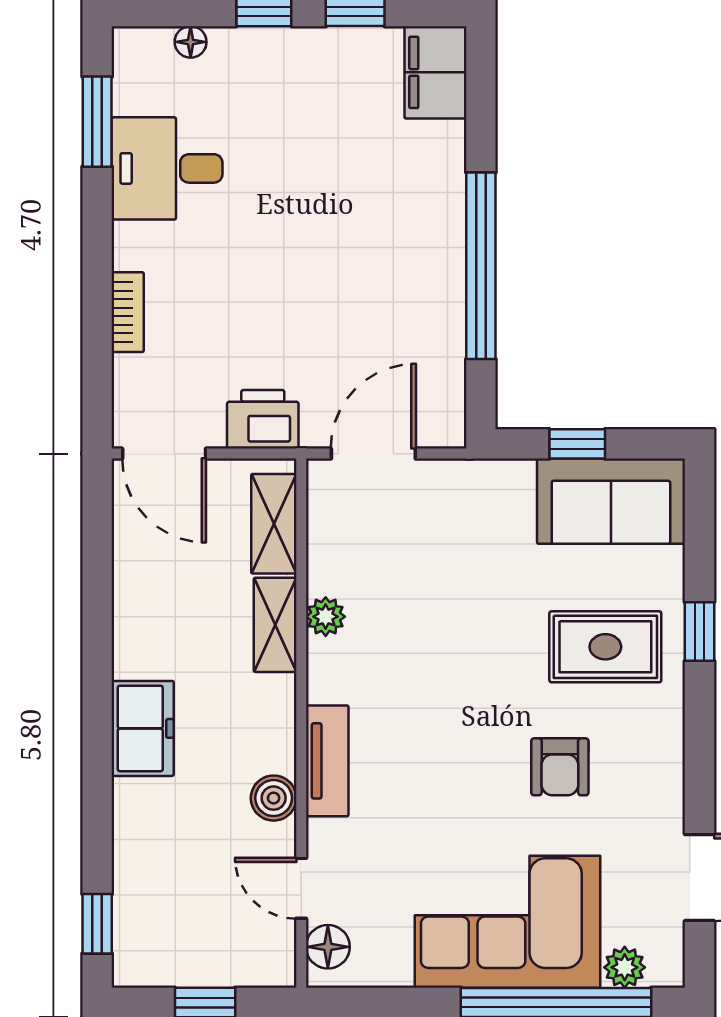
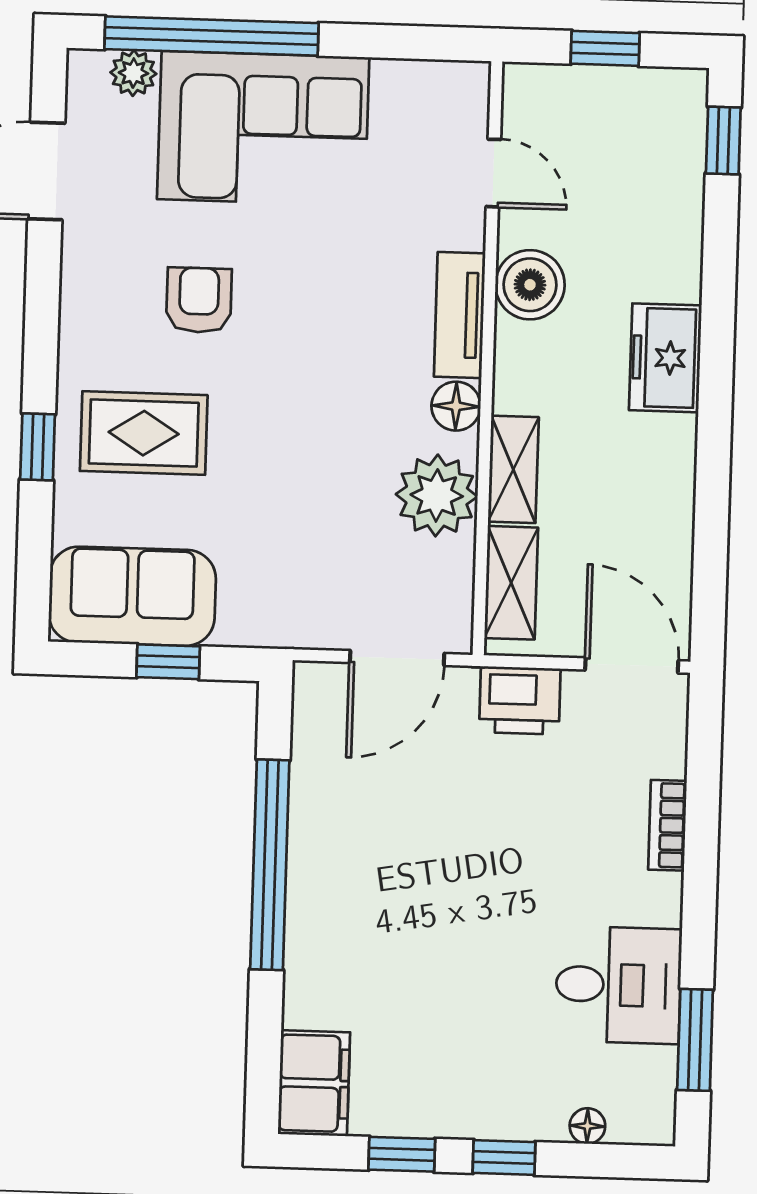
plant: (326, 617) -> (437, 495), width x1.88, depth x1.88
boiler: (274, 798) -> (530, 285), width x1.36, depth x1.36
floor lamp: (328, 947) -> (456, 406), moved

